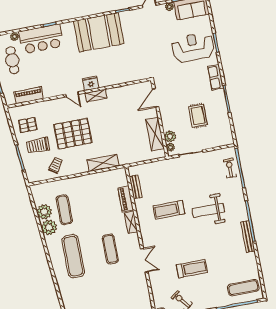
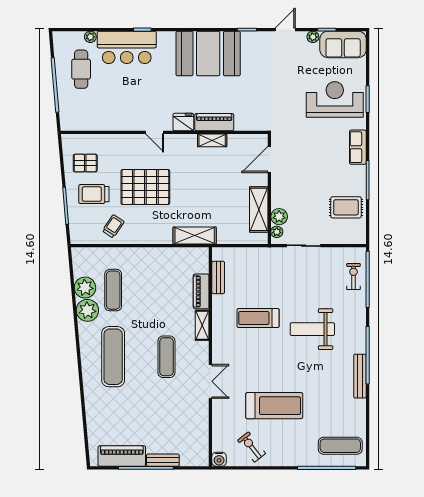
piano: (29, 95) -> (214, 122), moved
shelving: (96, 96) -> (212, 140), moved
rug: (198, 116) -> (346, 207), moved, turned 90
shelving: (103, 163) -> (195, 236), moved
treadmill: (192, 269) -> (274, 406), width x1.37, depth x1.38

